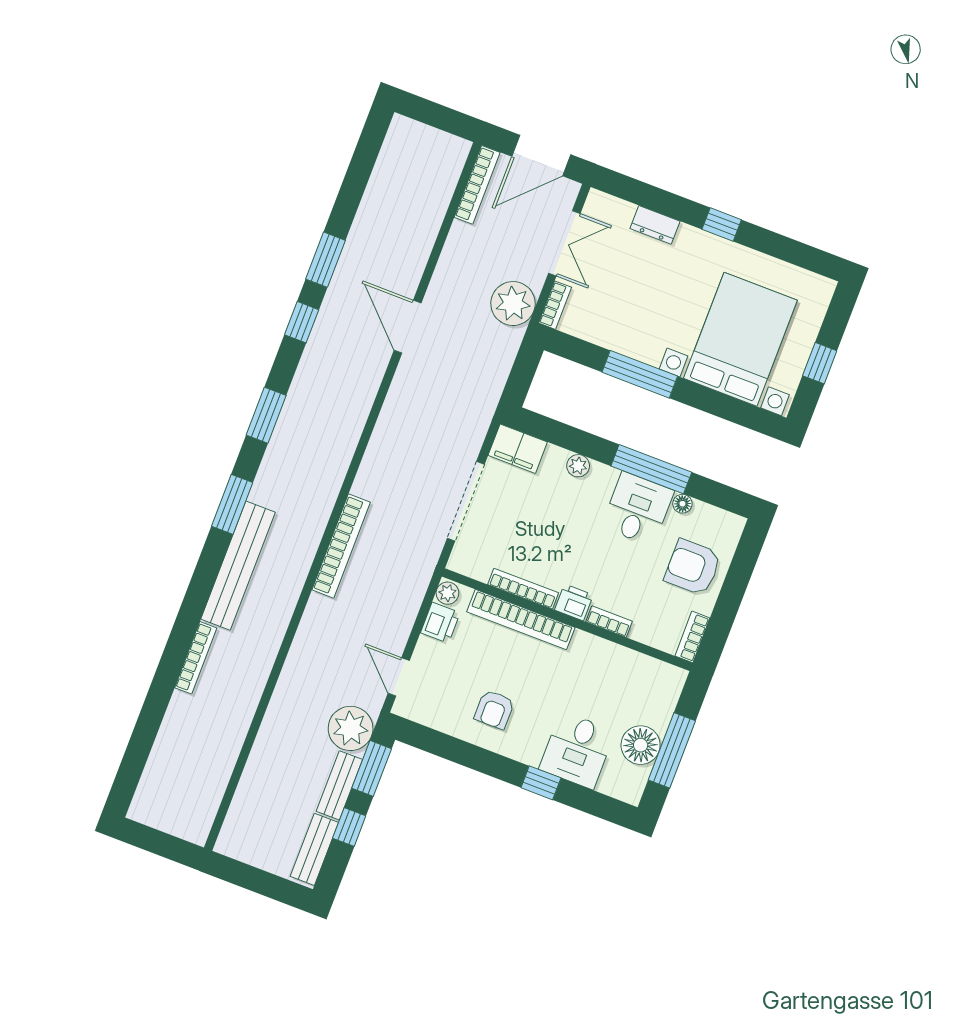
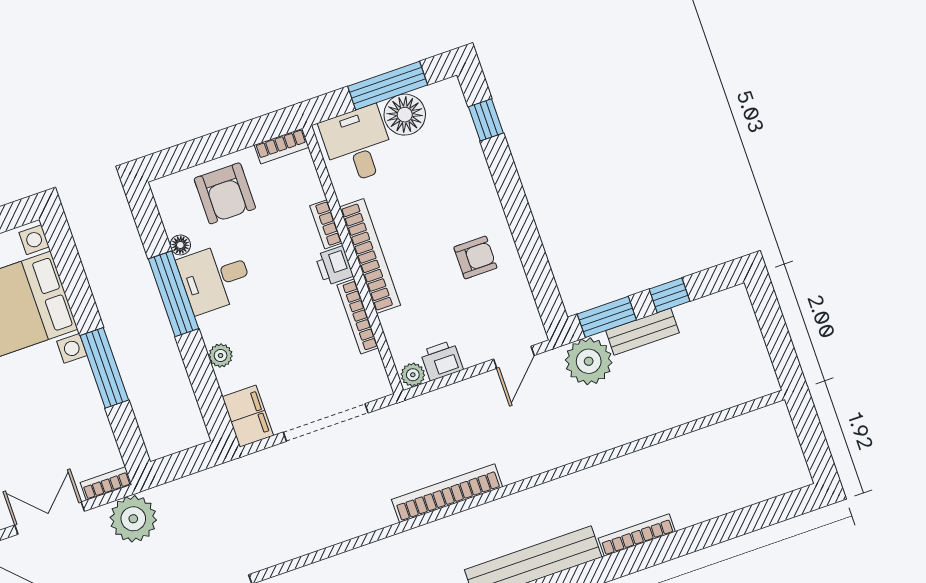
bookcase: (521, 620) -> (370, 256), moved
desk: (577, 750) -> (358, 145), moved, turned -90
window: (541, 783) -> (486, 120), moved
bench: (314, 849) -> (711, 308), removed

